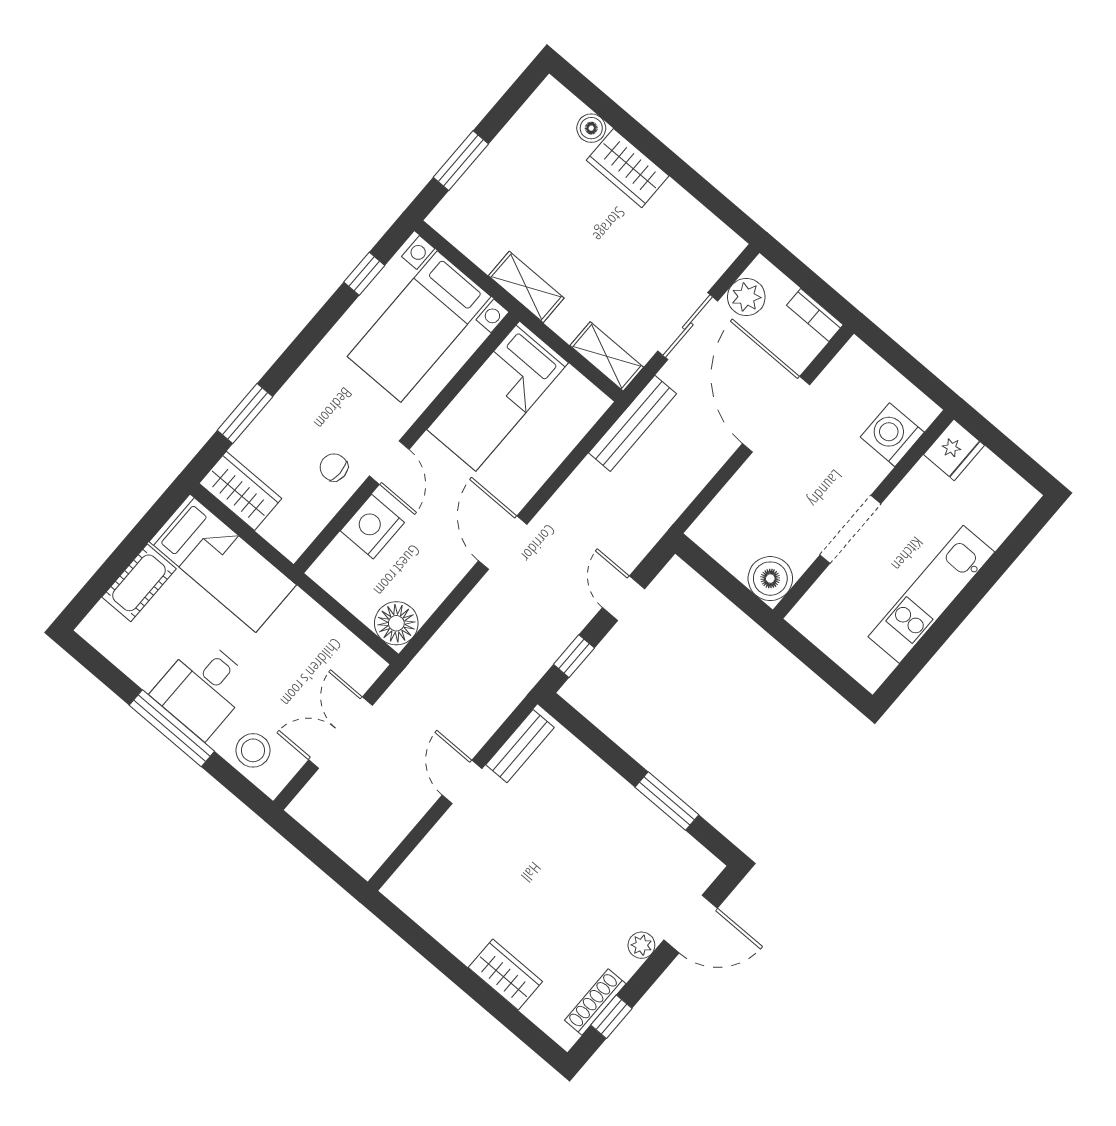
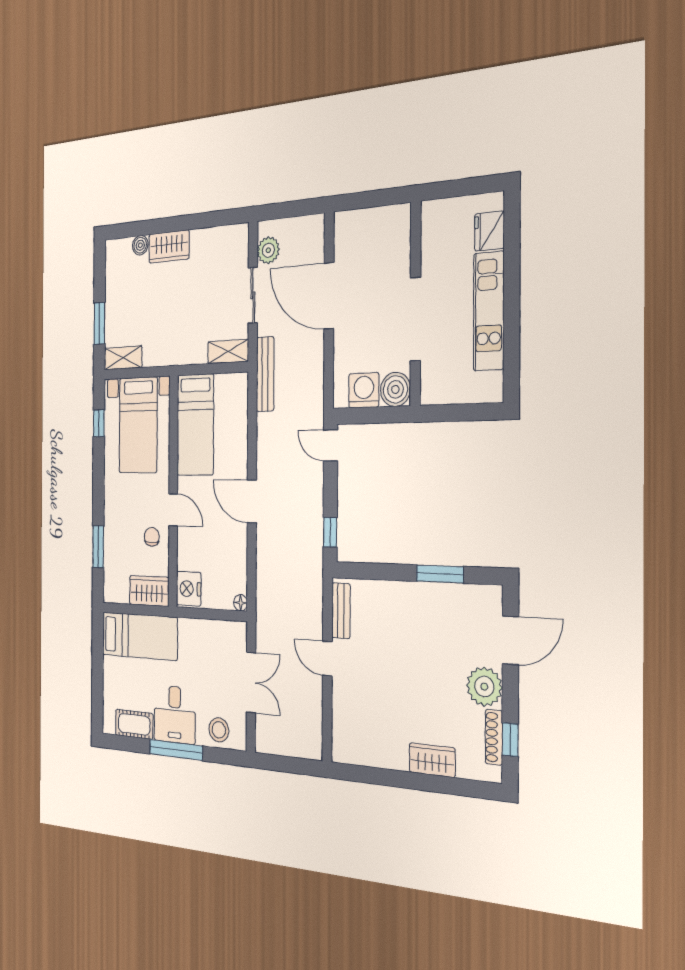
shelving: (526, 287) -> (123, 358), moved
bookcase: (815, 315) -> (307, 223), removed
washing machine: (892, 435) -> (364, 390), moved, turned 90
fridge: (954, 450) -> (489, 231), moved, turned 180
chair: (334, 467) -> (152, 537), turned 90
wardrobe: (240, 491) -> (149, 591), moved
nightstand: (372, 527) -> (189, 589), moved
doorway: (850, 529) -> (415, 319), width x1.36
cot: (139, 583) -> (134, 724), moved, turned 90
door: (623, 598) -> (331, 445), moved
floor lamp: (396, 623) -> (241, 603), width x0.53, depth x0.53
double door: (341, 733) -> (251, 683), swing flipped
plant: (641, 945) -> (484, 687), width x1.88, depth x1.88

